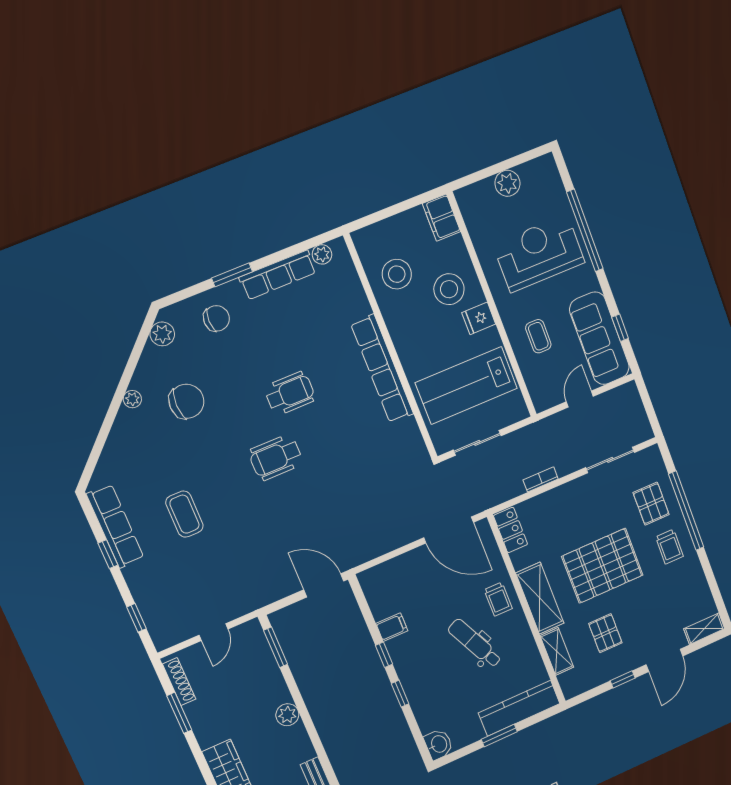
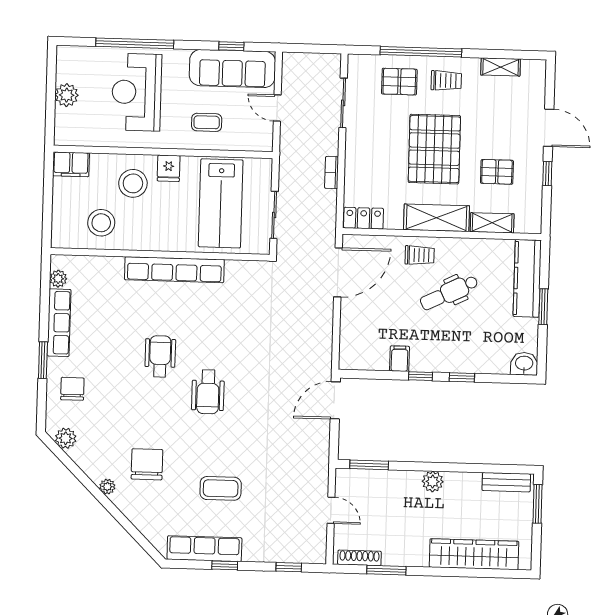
chair: (186, 401) -> (147, 464), moved
shelving: (704, 629) -> (501, 67), moved, turned 90

